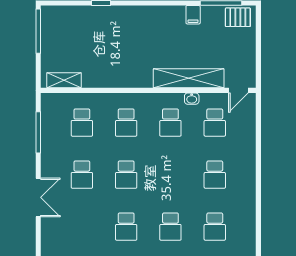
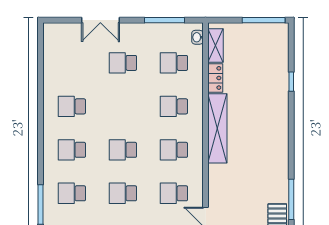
filing cabinet: (193, 15) -> (280, 172), removed
shelving: (189, 78) -> (217, 128), moved
locker: (97, 81) -> (215, 78), added
washbasin: (192, 99) -> (197, 37), moved
school desk: (126, 175) -> (123, 150), moved

